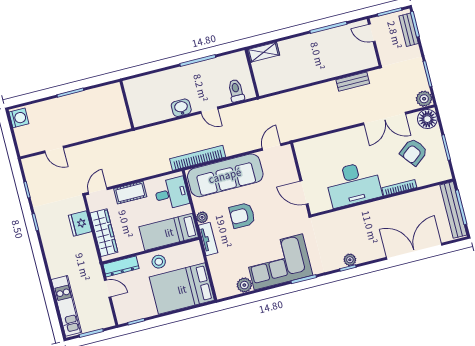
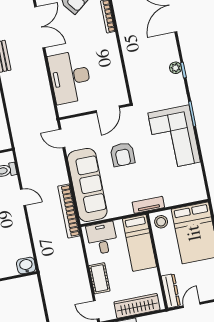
washbasin: (181, 108) -> (26, 266), moved, turned 90
door: (209, 110) -> (23, 197), hinge flipped
desk: (353, 184) -> (70, 77), moved, turned 180
armchair: (242, 215) -> (123, 154), moved
plant: (202, 217) -> (127, 210), removed
stool: (159, 262) -> (161, 222), moved
plant: (244, 285) -> (195, 172), removed

